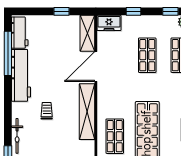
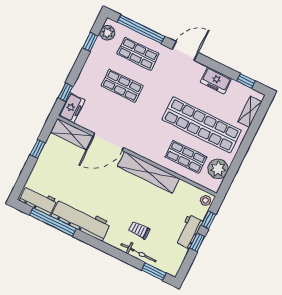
window: (134, 11) -> (66, 92), moved
door: (96, 66) -> (108, 142), hinge flipped
trolley: (47, 111) -> (139, 230), moved

